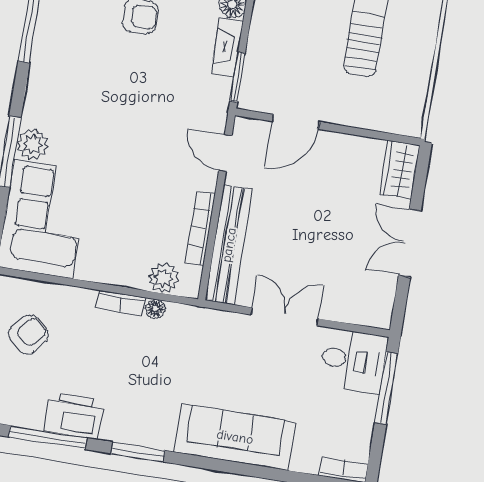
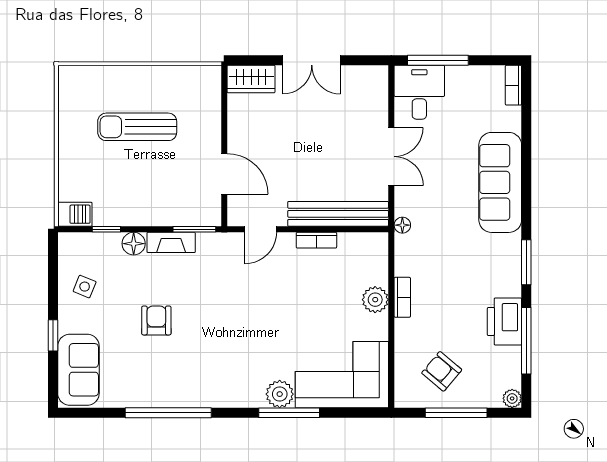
bookcase: (200, 228) -> (316, 240), width x0.64
plant: (164, 278) -> (375, 300), moved
floor lamp: (155, 309) -> (402, 225), moved
double door: (285, 317) -> (391, 156), swing flipped

